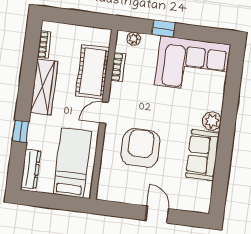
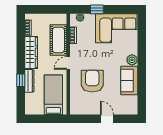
dresser: (31, 169) -> (29, 81), moved

